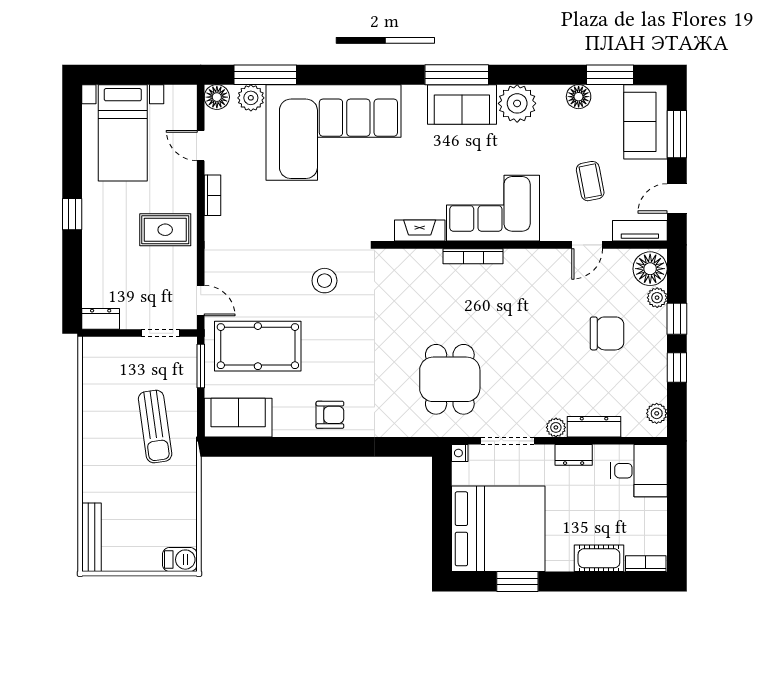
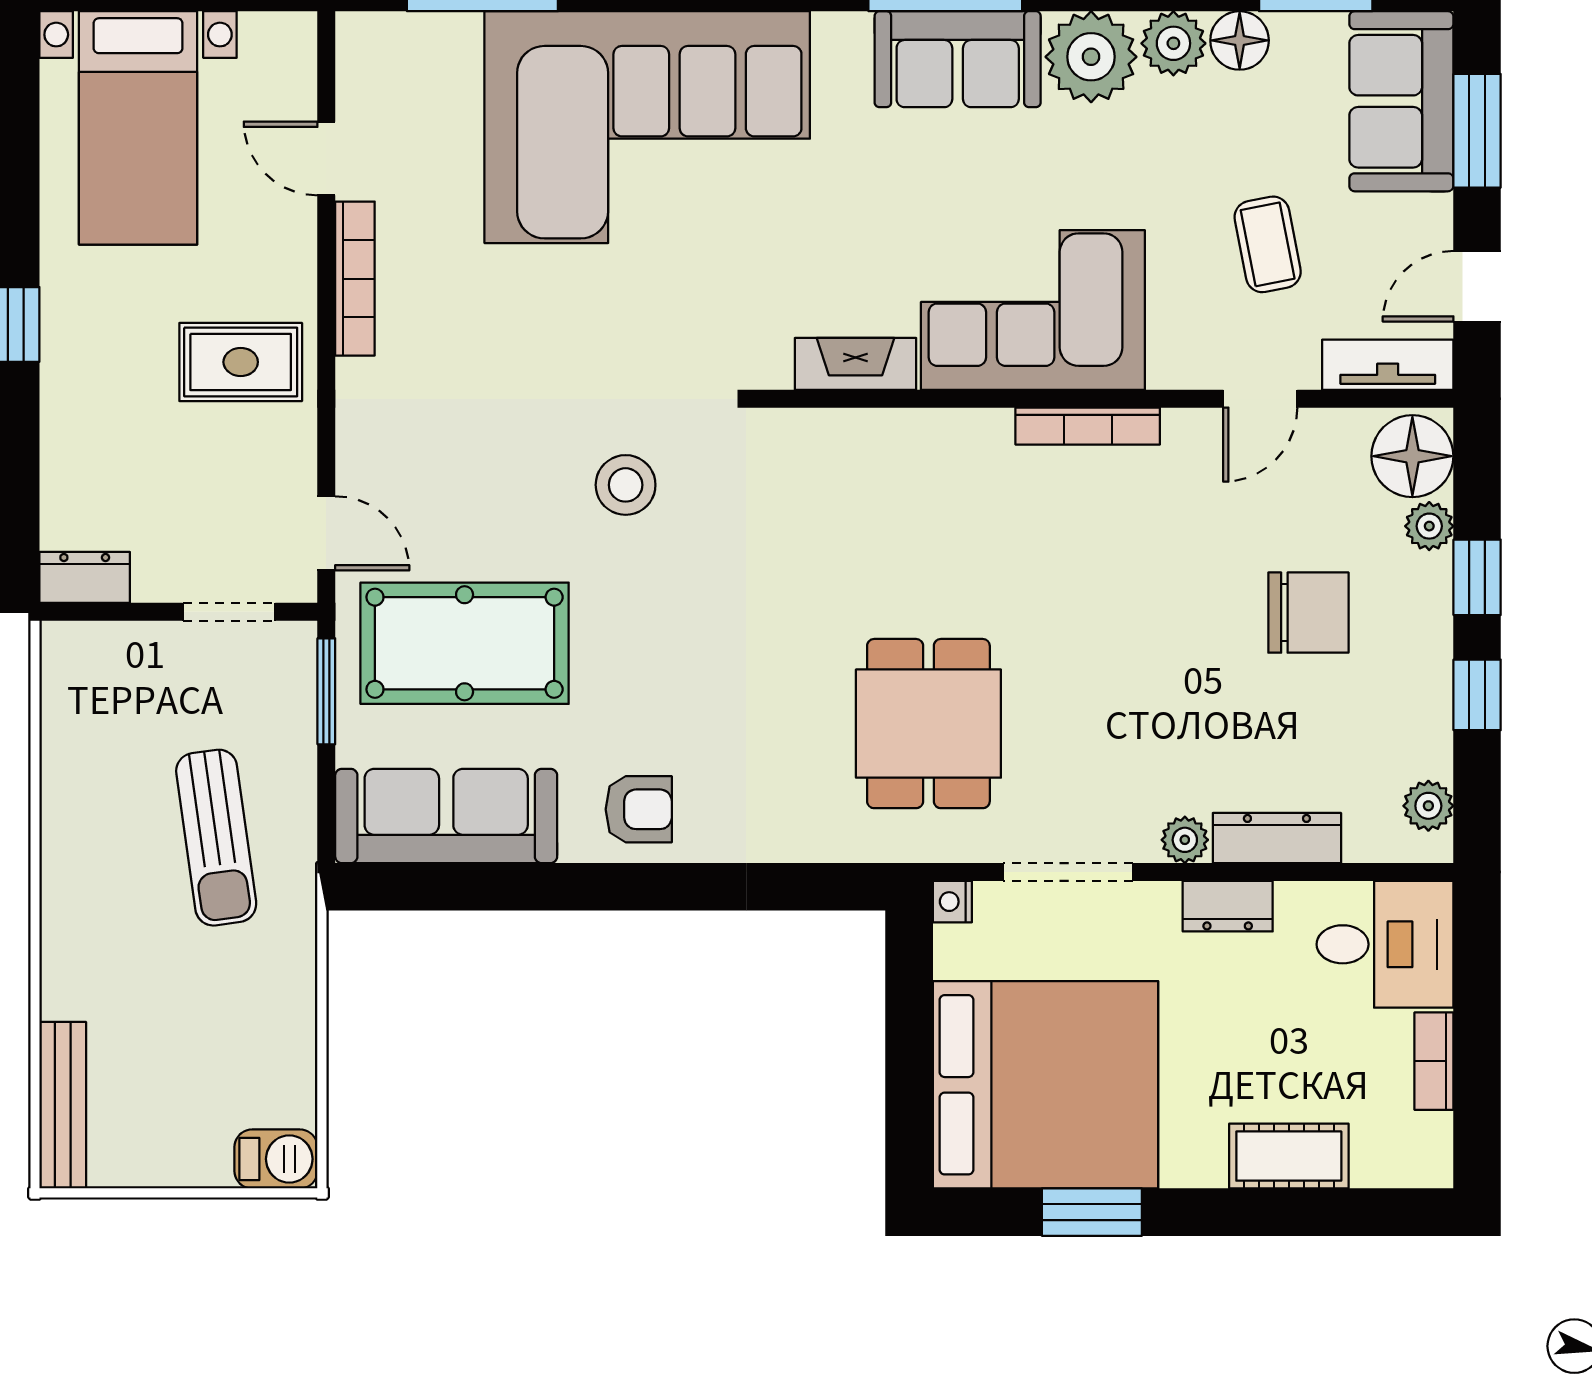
floor lamp: (217, 97) -> (365, 41), removed
plant: (251, 98) -> (1173, 43), moved
bookcase: (213, 195) -> (355, 279), width x1.56
bookcase: (473, 256) -> (1088, 426), moved
sofa: (238, 418) -> (446, 816), width x1.36
bookcase: (646, 564) -> (1434, 1061), moved, turned -90

